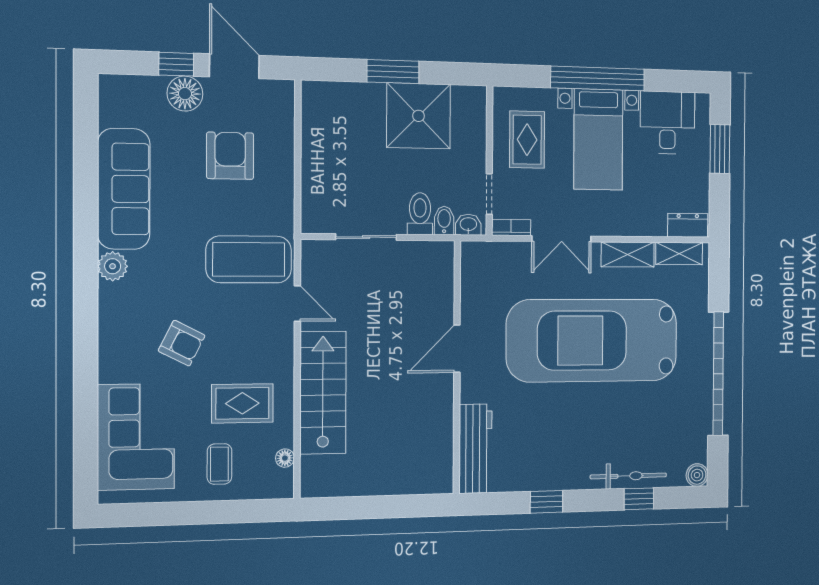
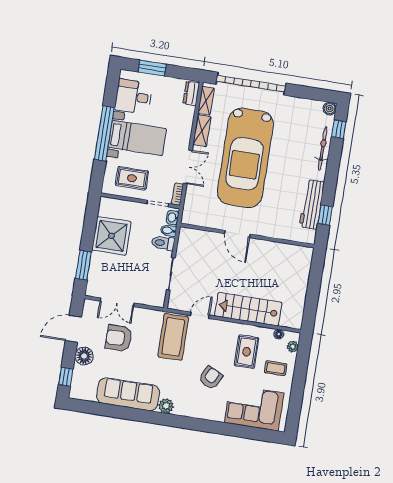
window: (176, 64) -> (66, 377), moved
window: (393, 72) -> (83, 265), moved
double door: (298, 143) -> (117, 302), added
garage door: (718, 374) -> (251, 84), moved
workbench: (475, 449) -> (312, 204), moved, turned -90
plant: (266, 489) -> (293, 347), added
window: (639, 499) -> (339, 129), moved
window: (546, 502) -> (325, 215), moved

